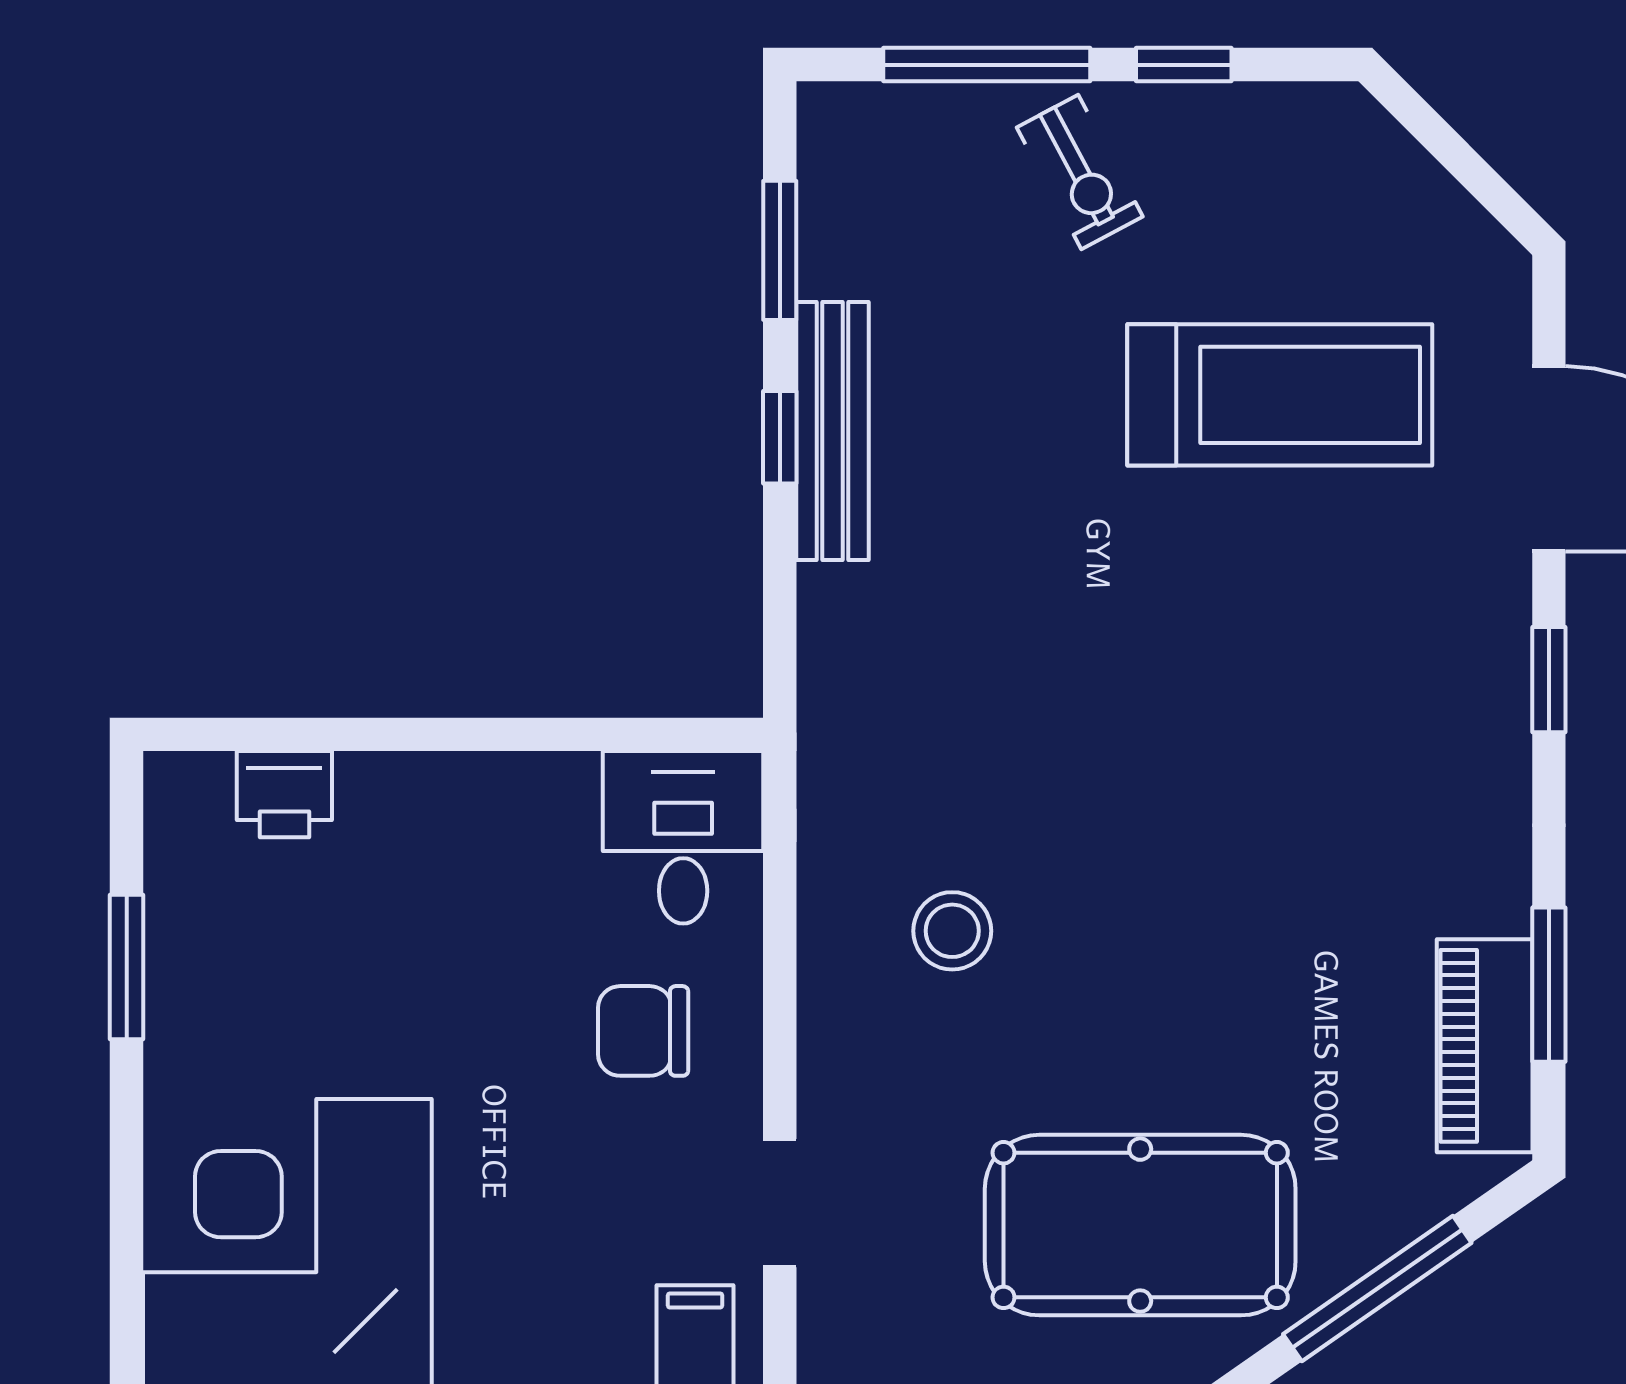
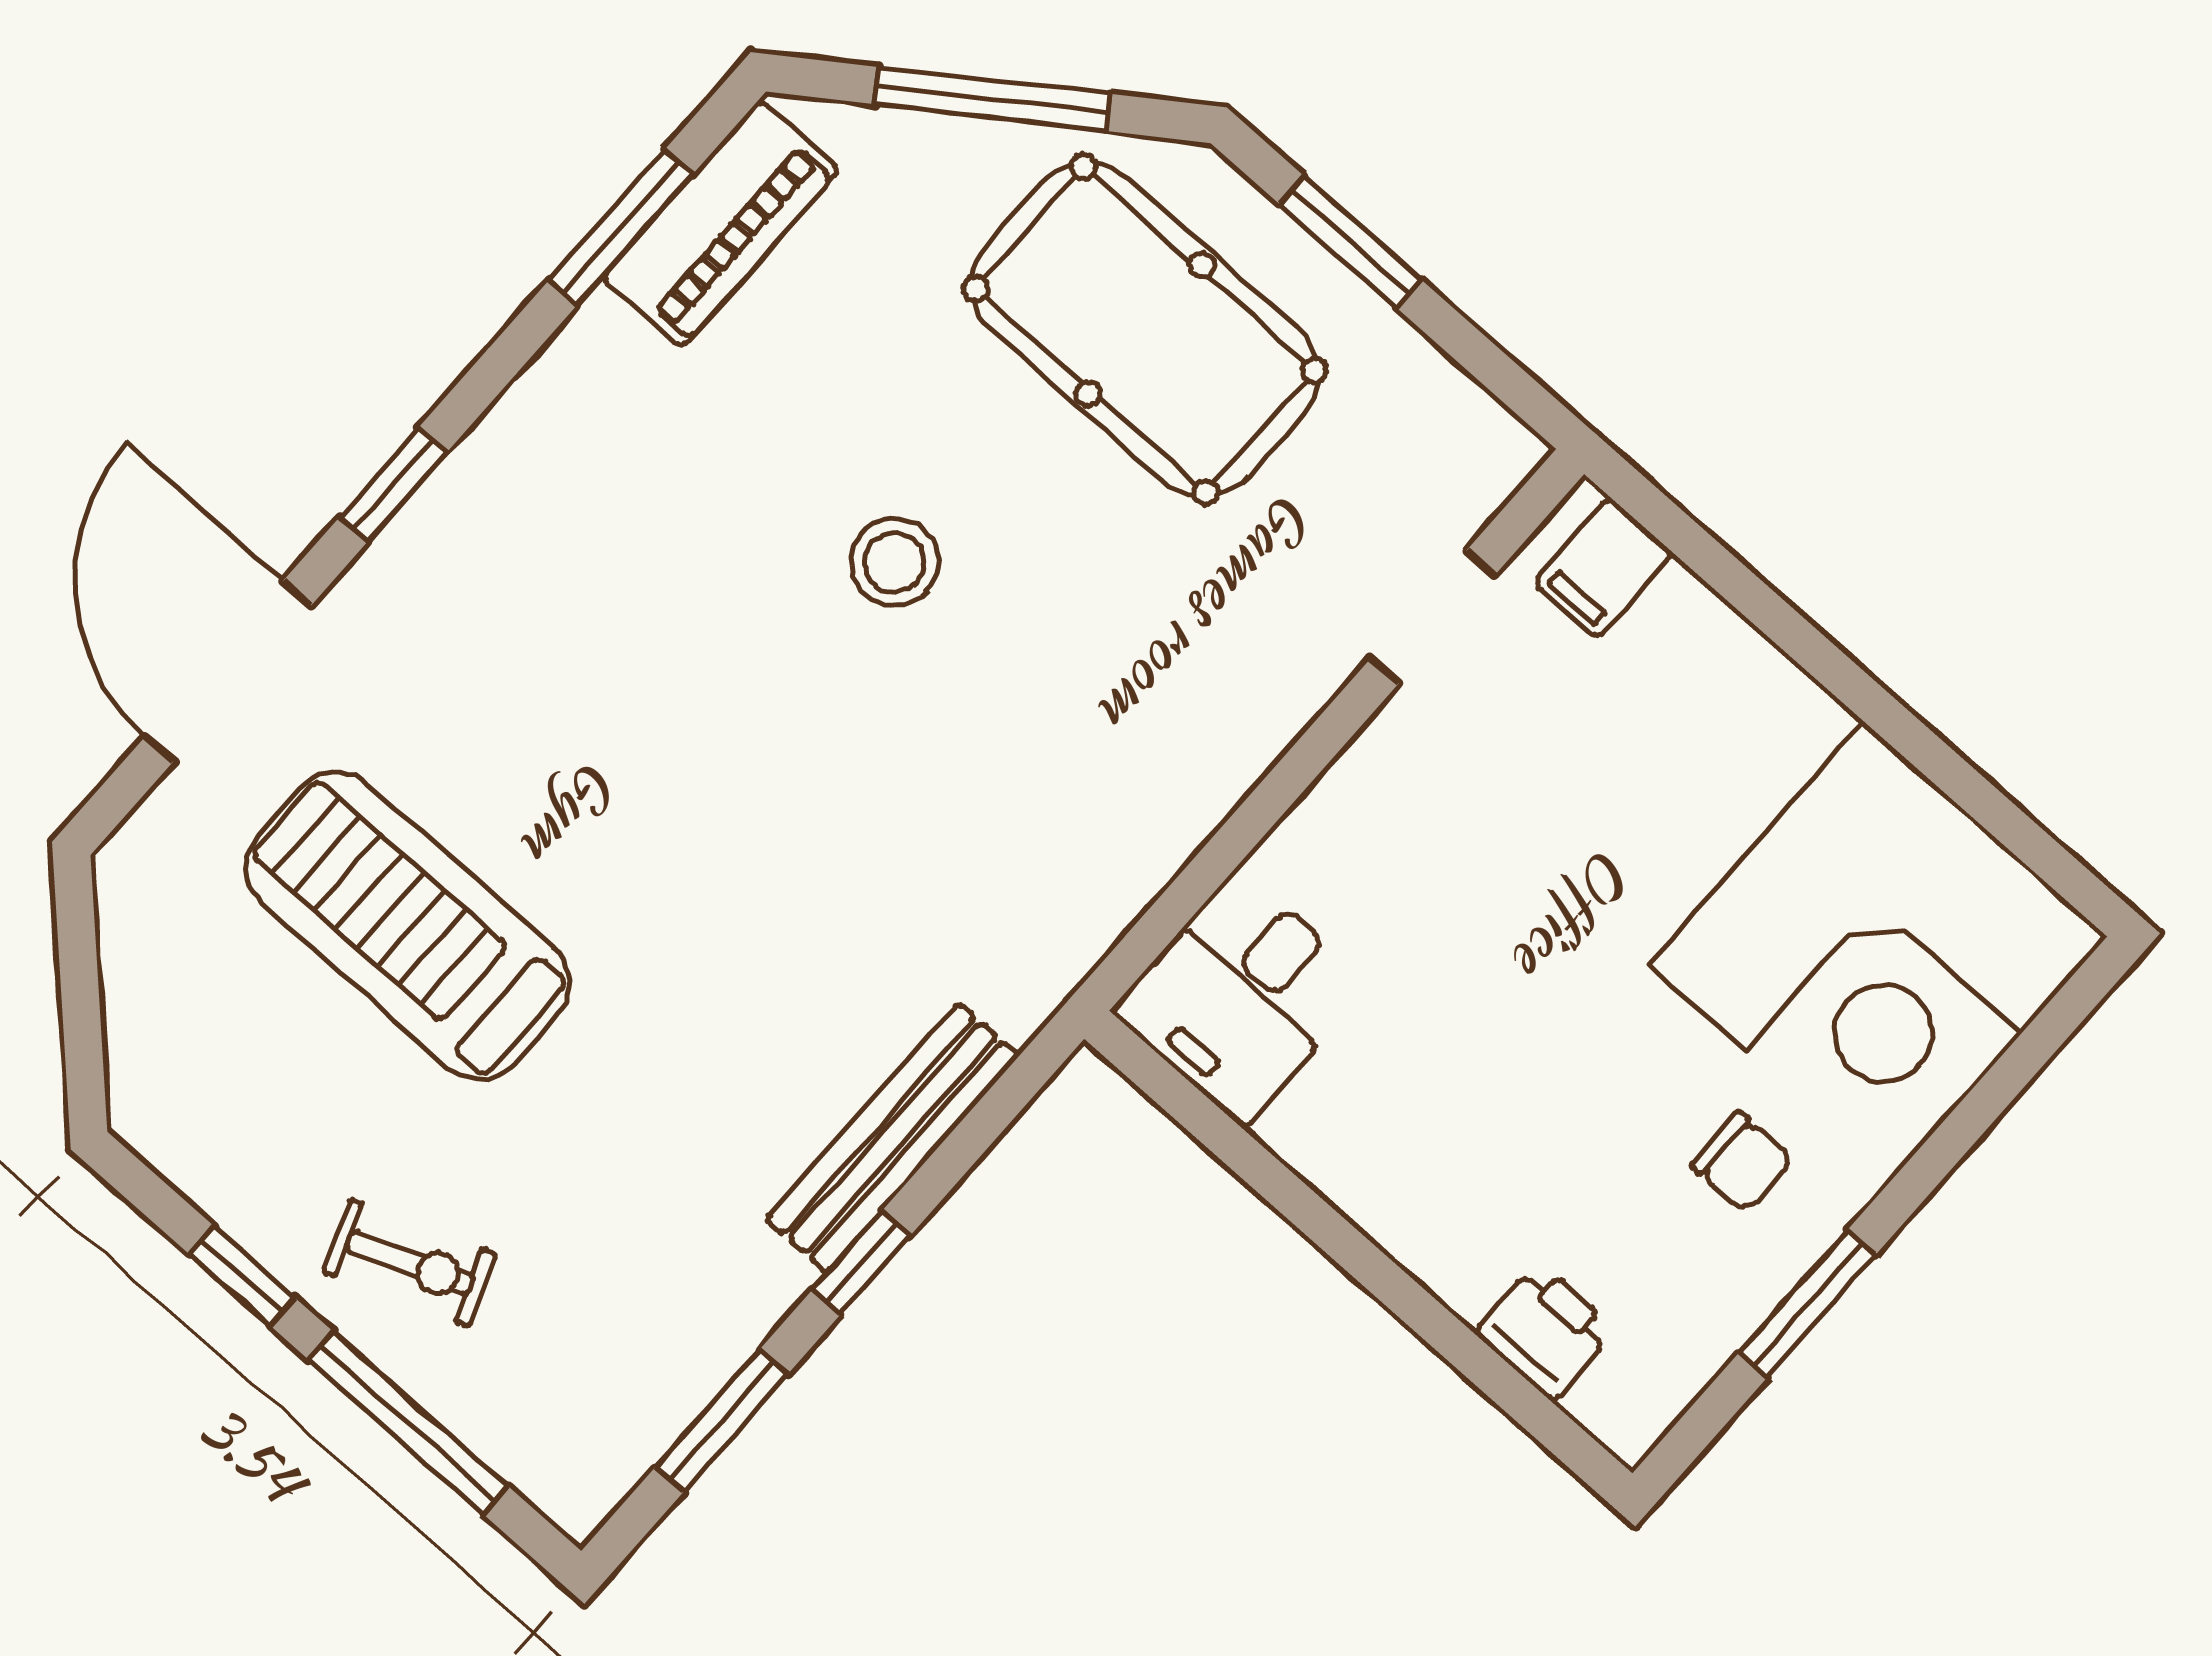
exercise bike: (1080, 172) -> (410, 1263), turned 97
bench: (832, 431) -> (893, 1138), moved
stool: (952, 931) -> (894, 562), moved
chair: (643, 1031) -> (1742, 1162), moved, width x0.73, depth x0.73

